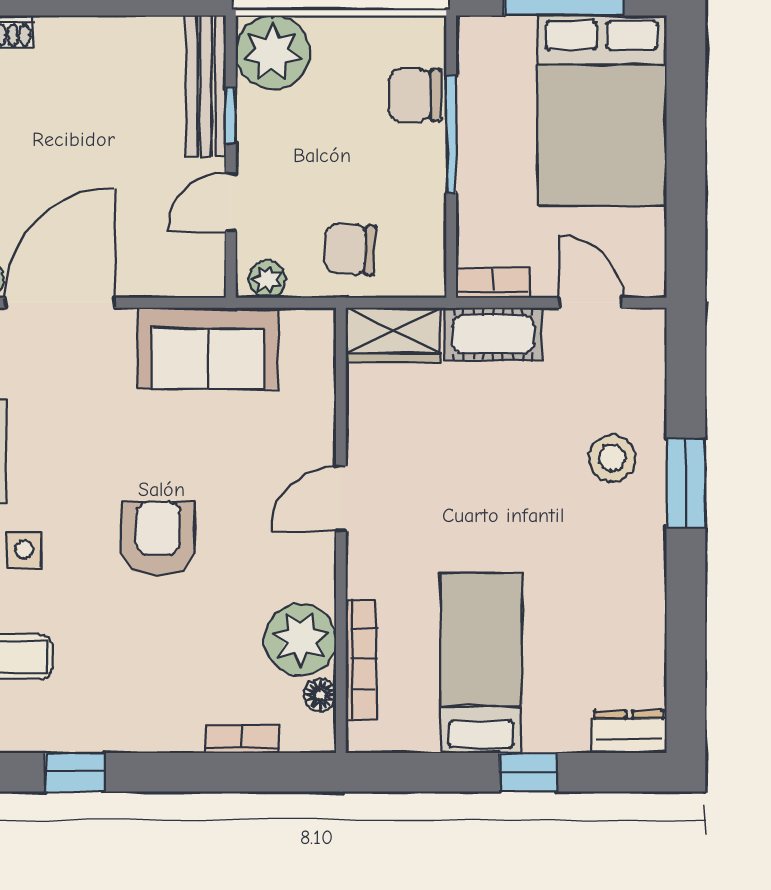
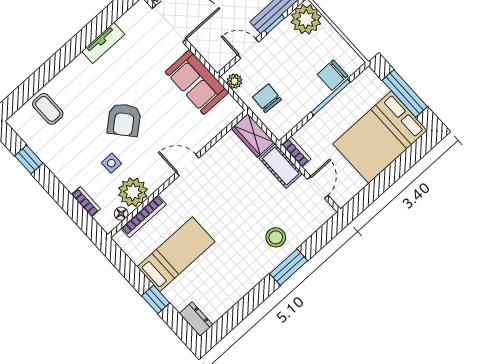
chair: (415, 95) -> (333, 75), turned -90
armchair: (158, 539) -> (124, 120), turned 140
side table: (24, 550) -> (111, 163), moved

